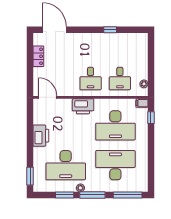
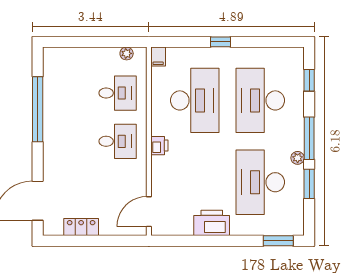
window: (110, 30) -> (38, 109), width x3.17
printer: (83, 106) -> (159, 146), width x0.53, depth x0.68
window: (151, 118) -> (221, 42), moved
desk: (66, 165) -> (260, 182), turned 180
window: (128, 195) -> (309, 80), width x0.46

